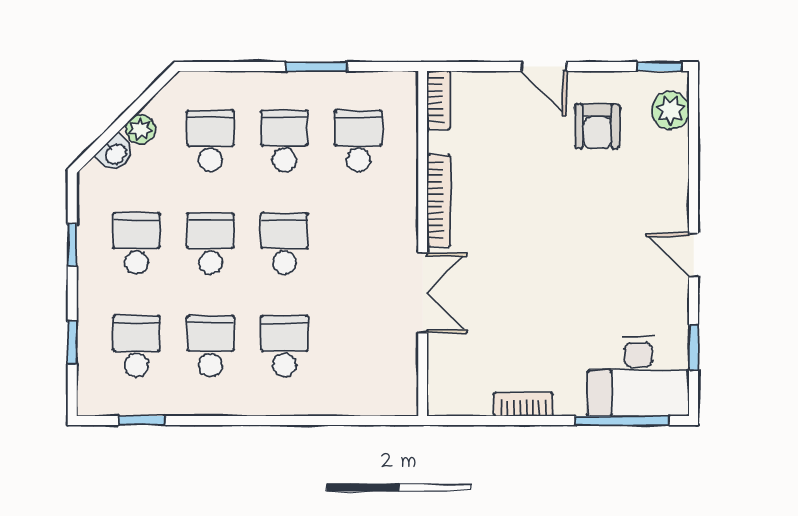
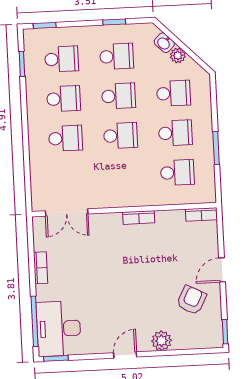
plant: (670, 110) -> (162, 341), moved
armchair: (597, 126) -> (191, 300), turned 117
bookcase: (439, 201) -> (139, 217), width x0.64
double door: (423, 293) -> (67, 212), moved
window: (72, 343) -> (45, 25), moved
window: (694, 347) -> (56, 358), moved

